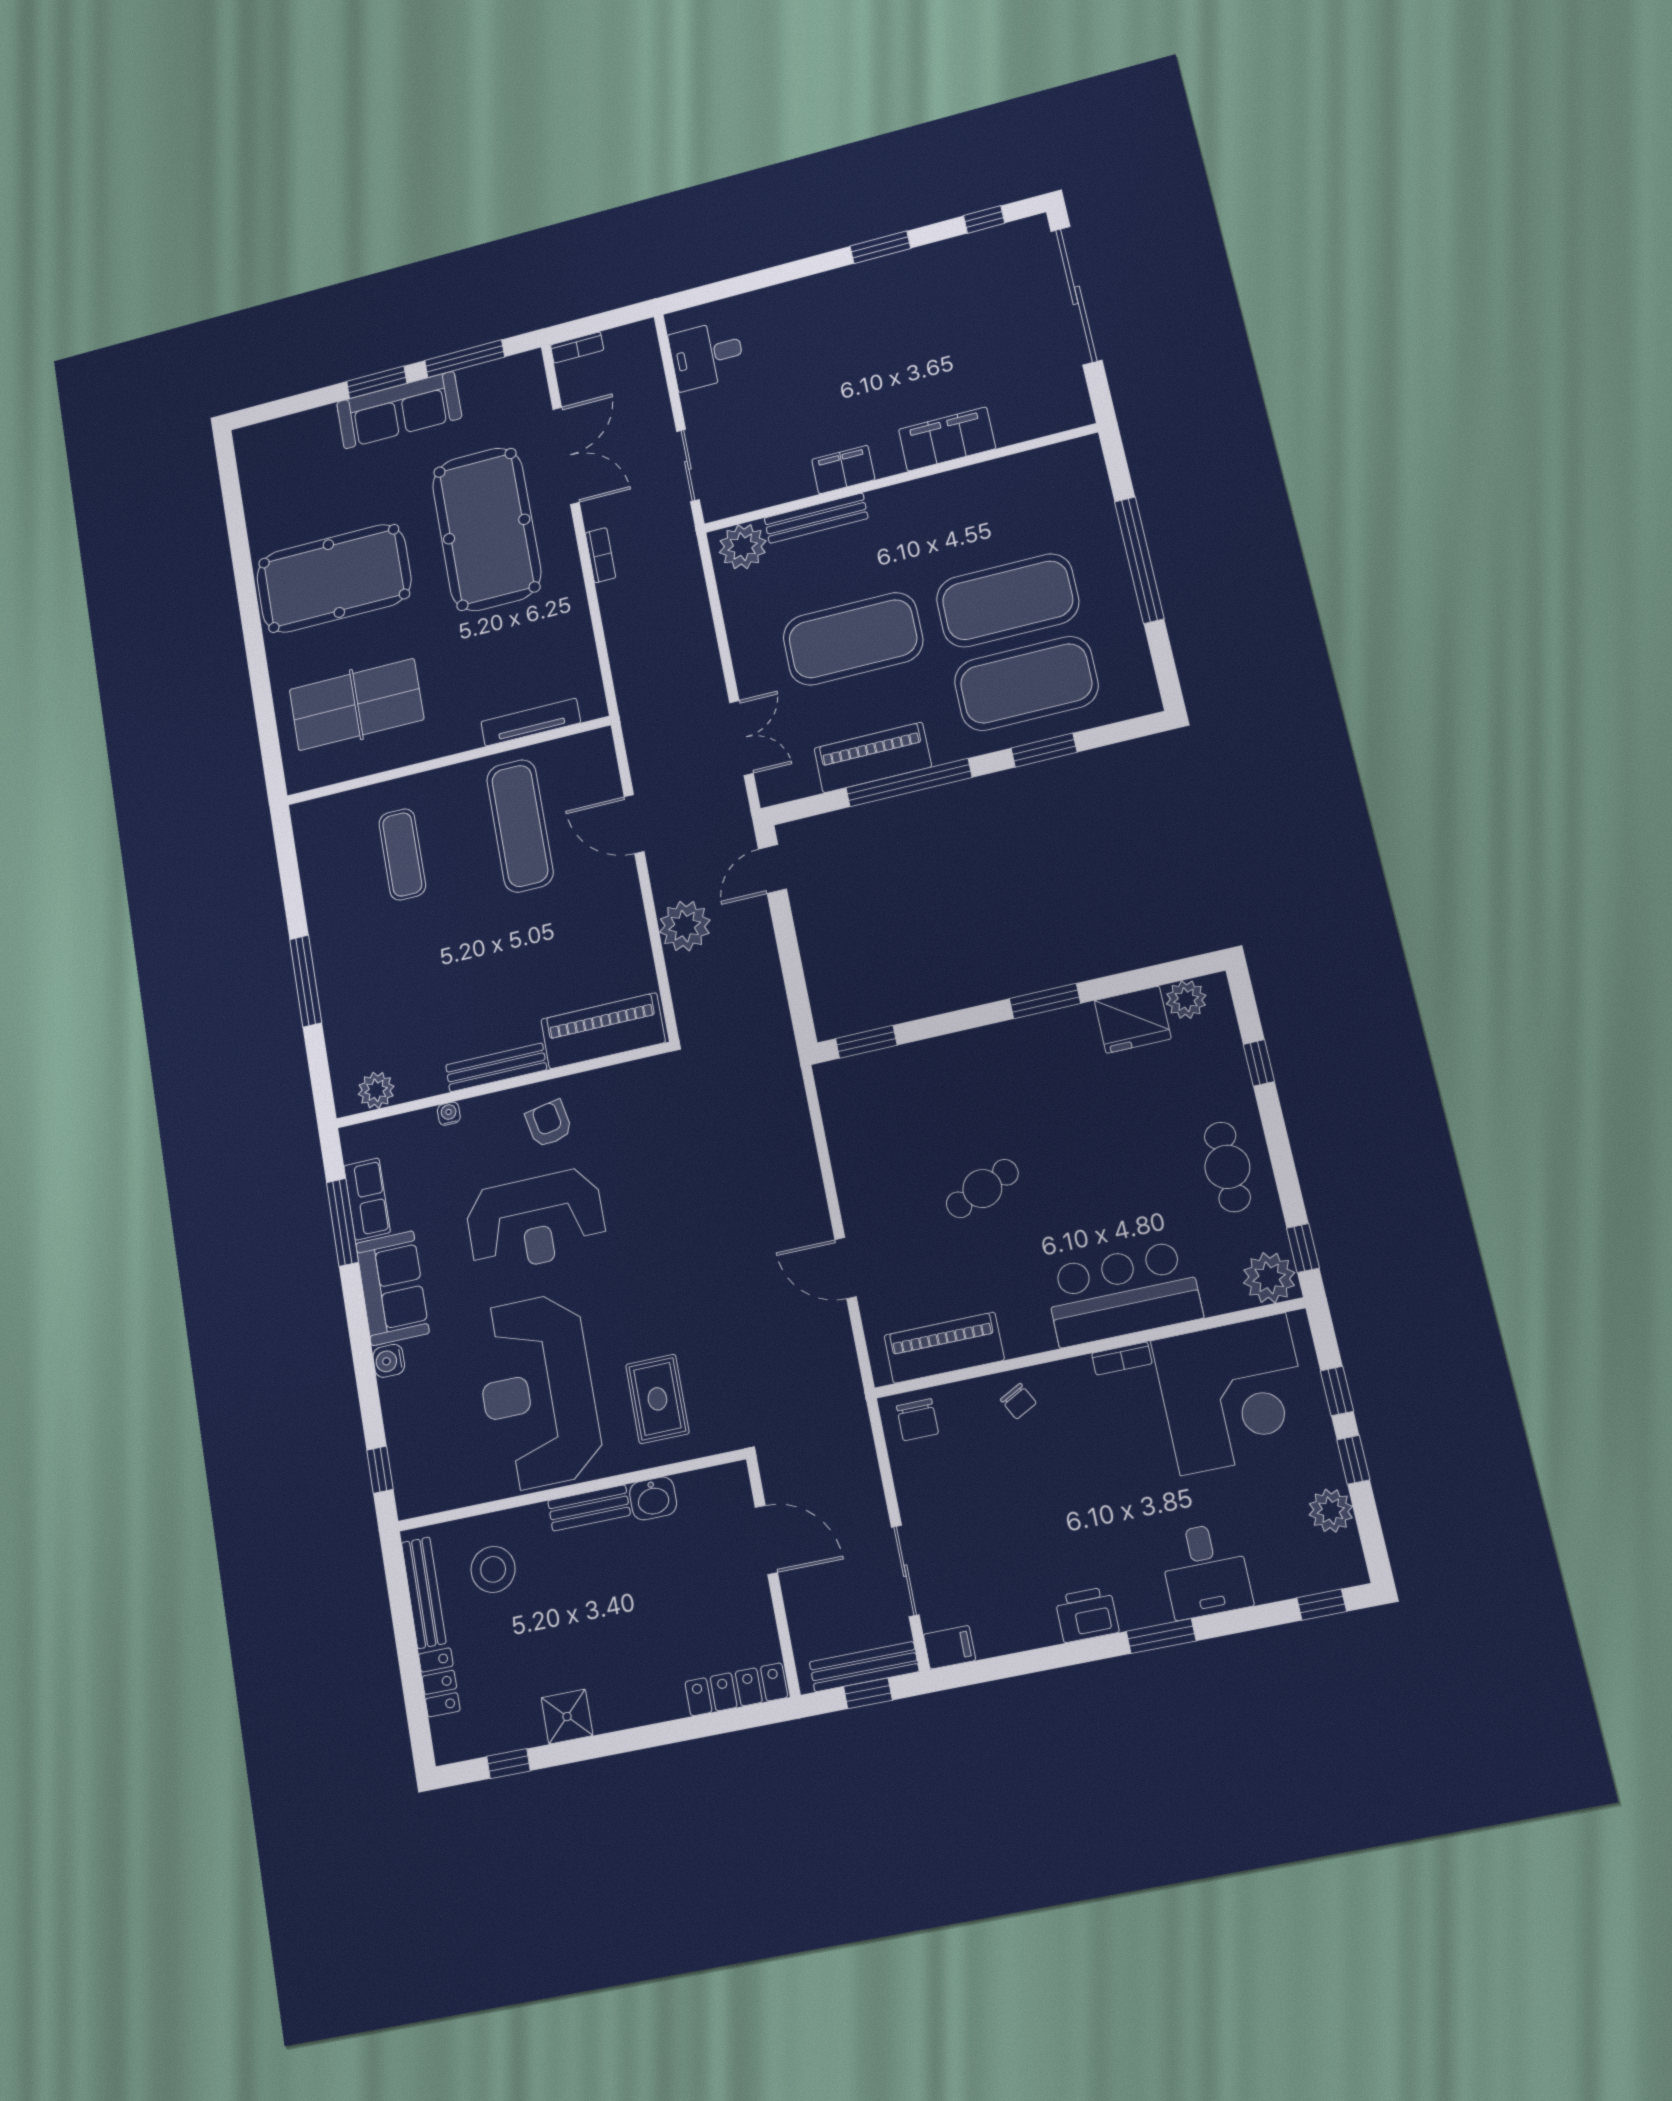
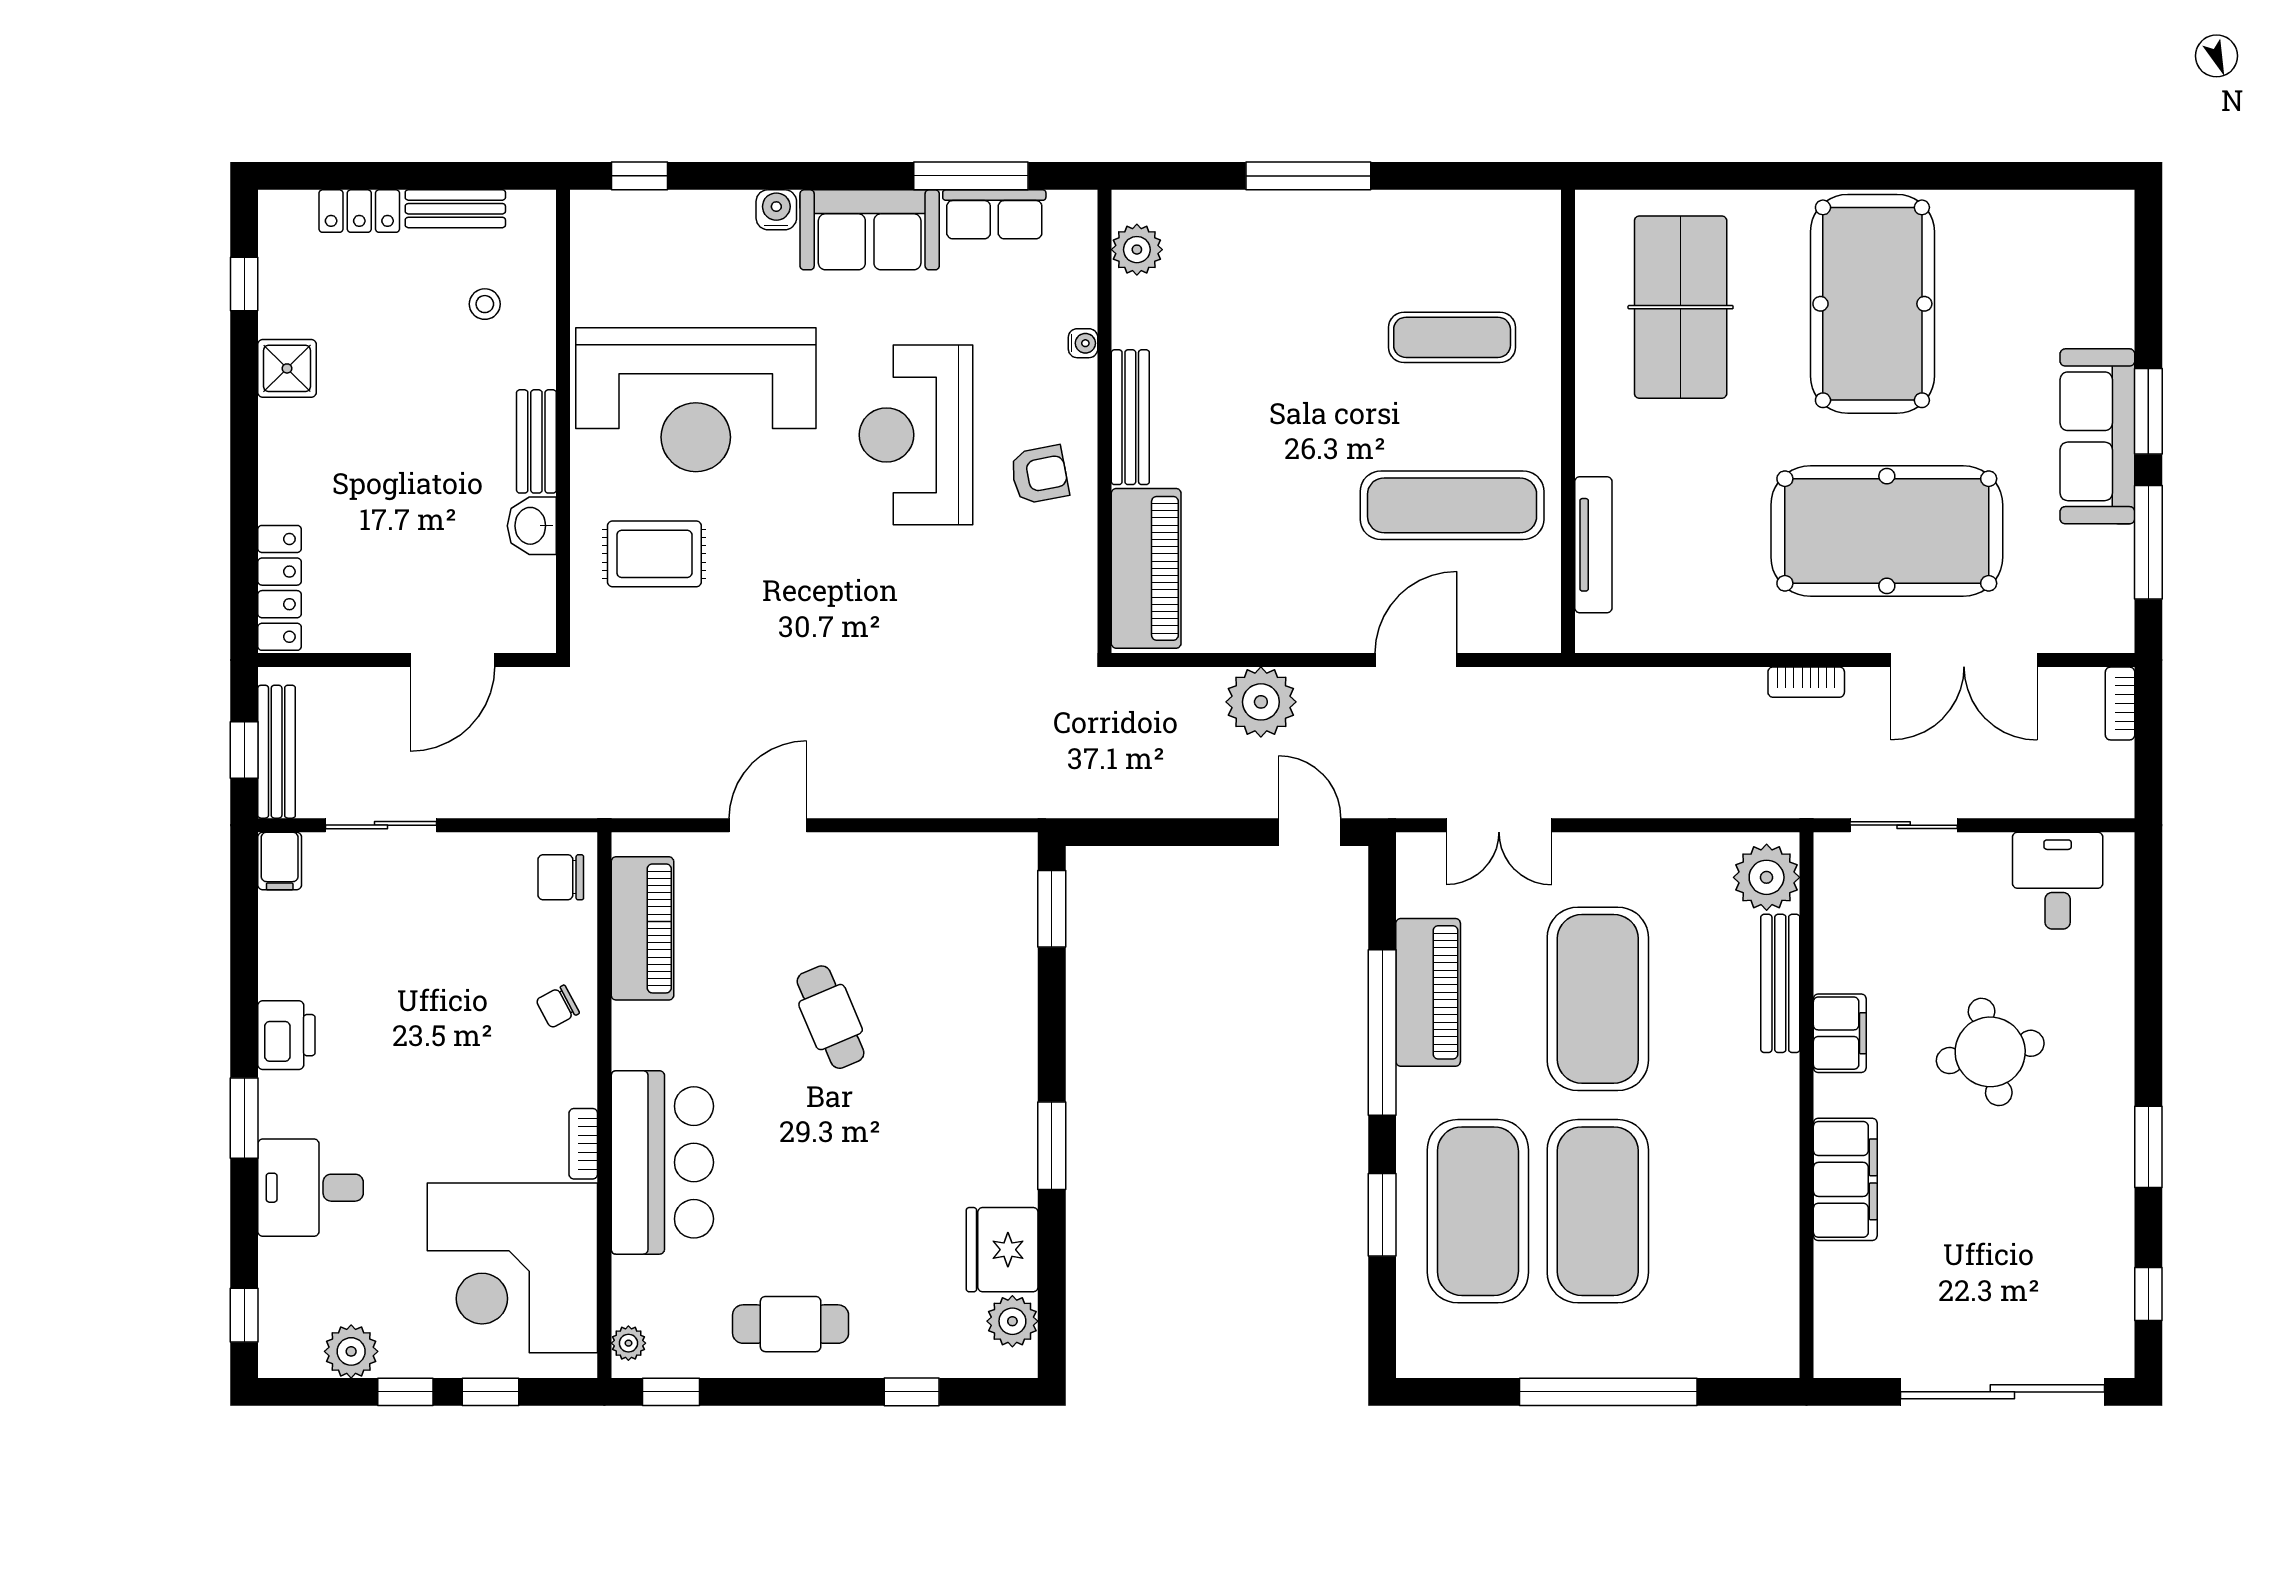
round table: (836, 367) -> (1990, 1052), added
plant: (1269, 1278) -> (628, 1343), width x0.53, depth x0.53
reception desk: (537, 1392) -> (696, 400), turned 180
stool: (493, 1569) -> (485, 304), width x0.53, depth x0.53
bench: (424, 1593) -> (455, 209), width x0.73

